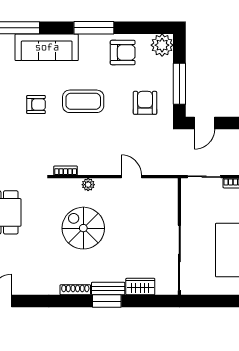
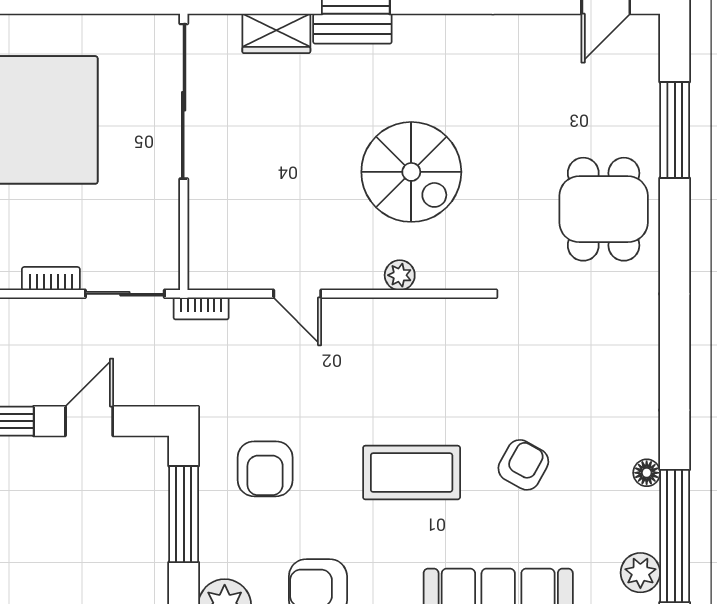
armchair: (36, 105) -> (523, 465), turned 119
door: (204, 123) -> (89, 421), moved
bookcase: (66, 171) -> (201, 308), moved
shoe rack: (75, 290) -> (430, 26), removed

